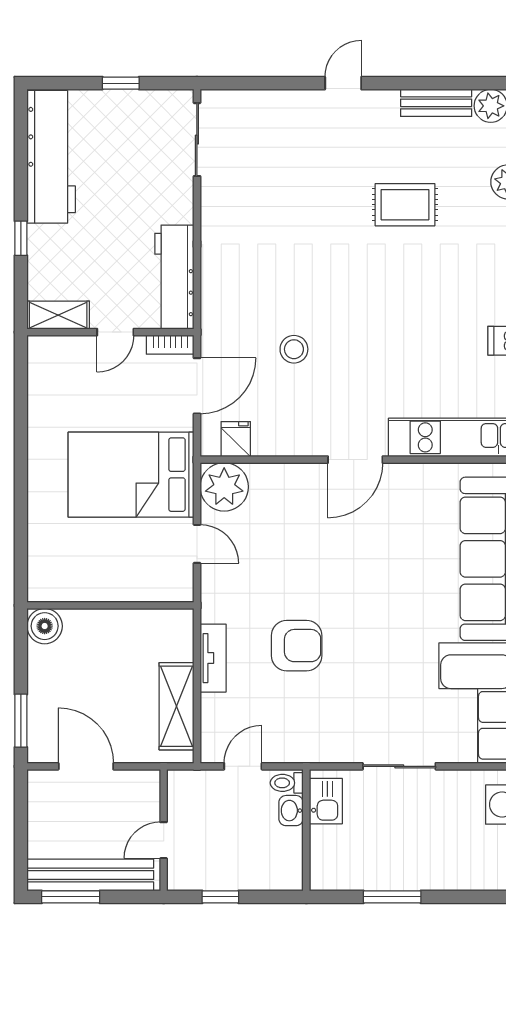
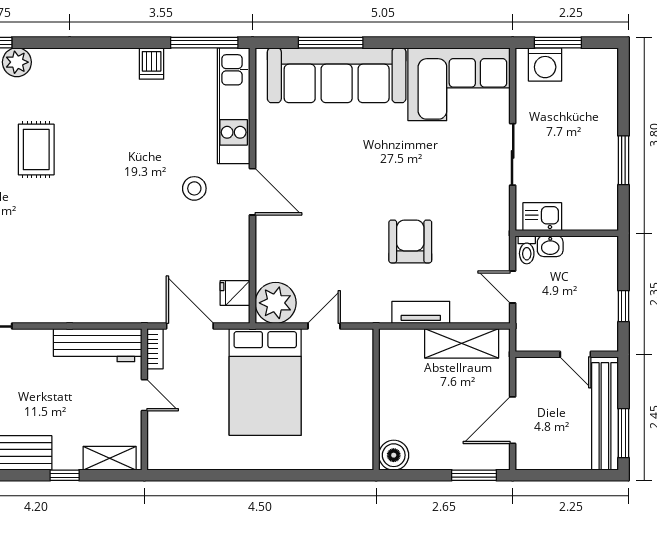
shelving: (58, 315) -> (110, 458), moved, turned 90
stool: (294, 349) -> (194, 188), moved

